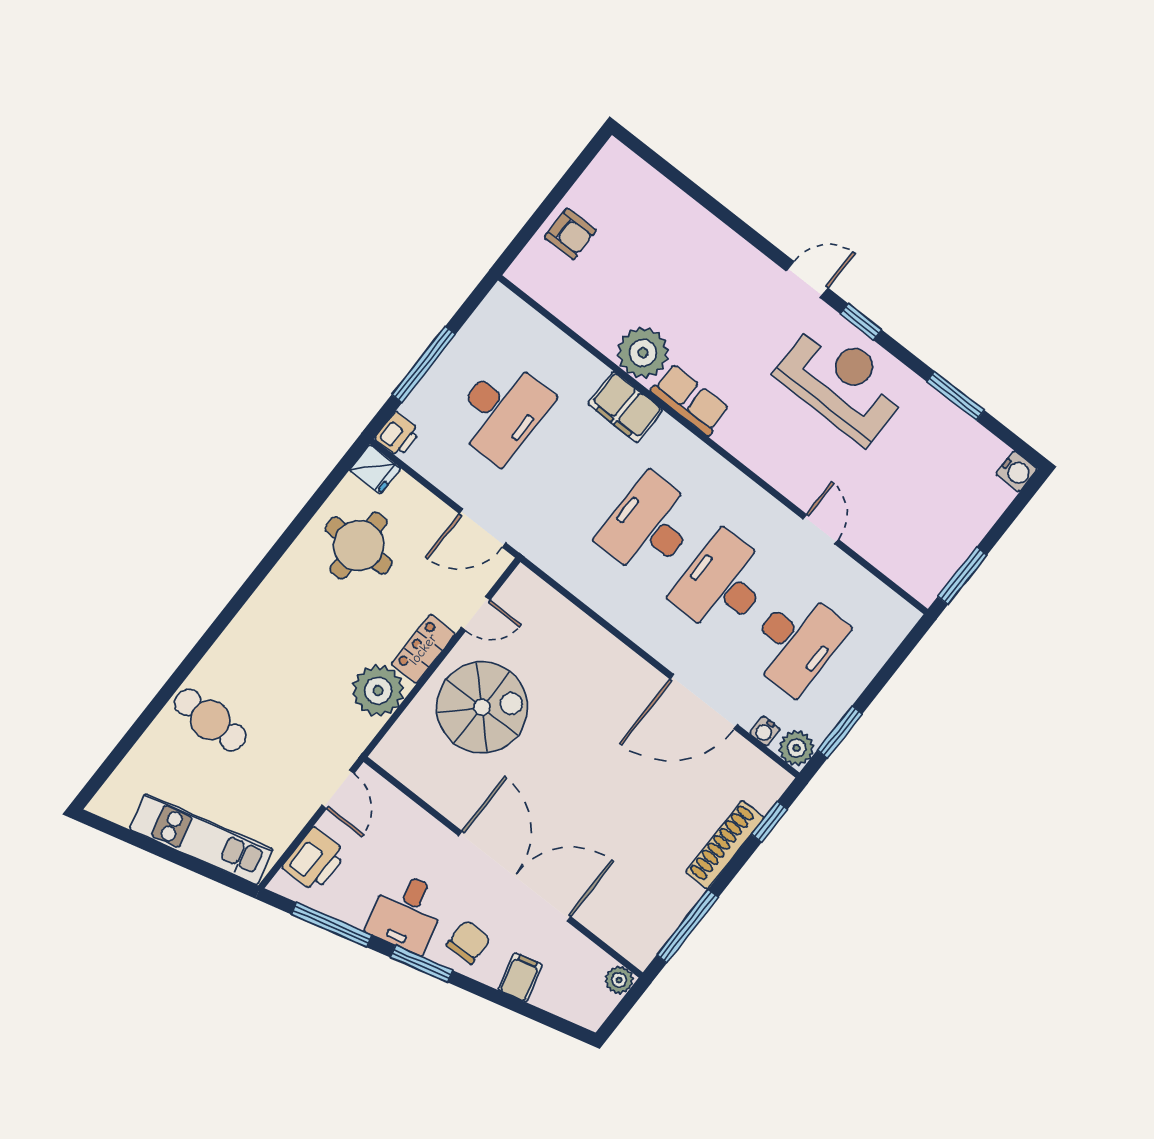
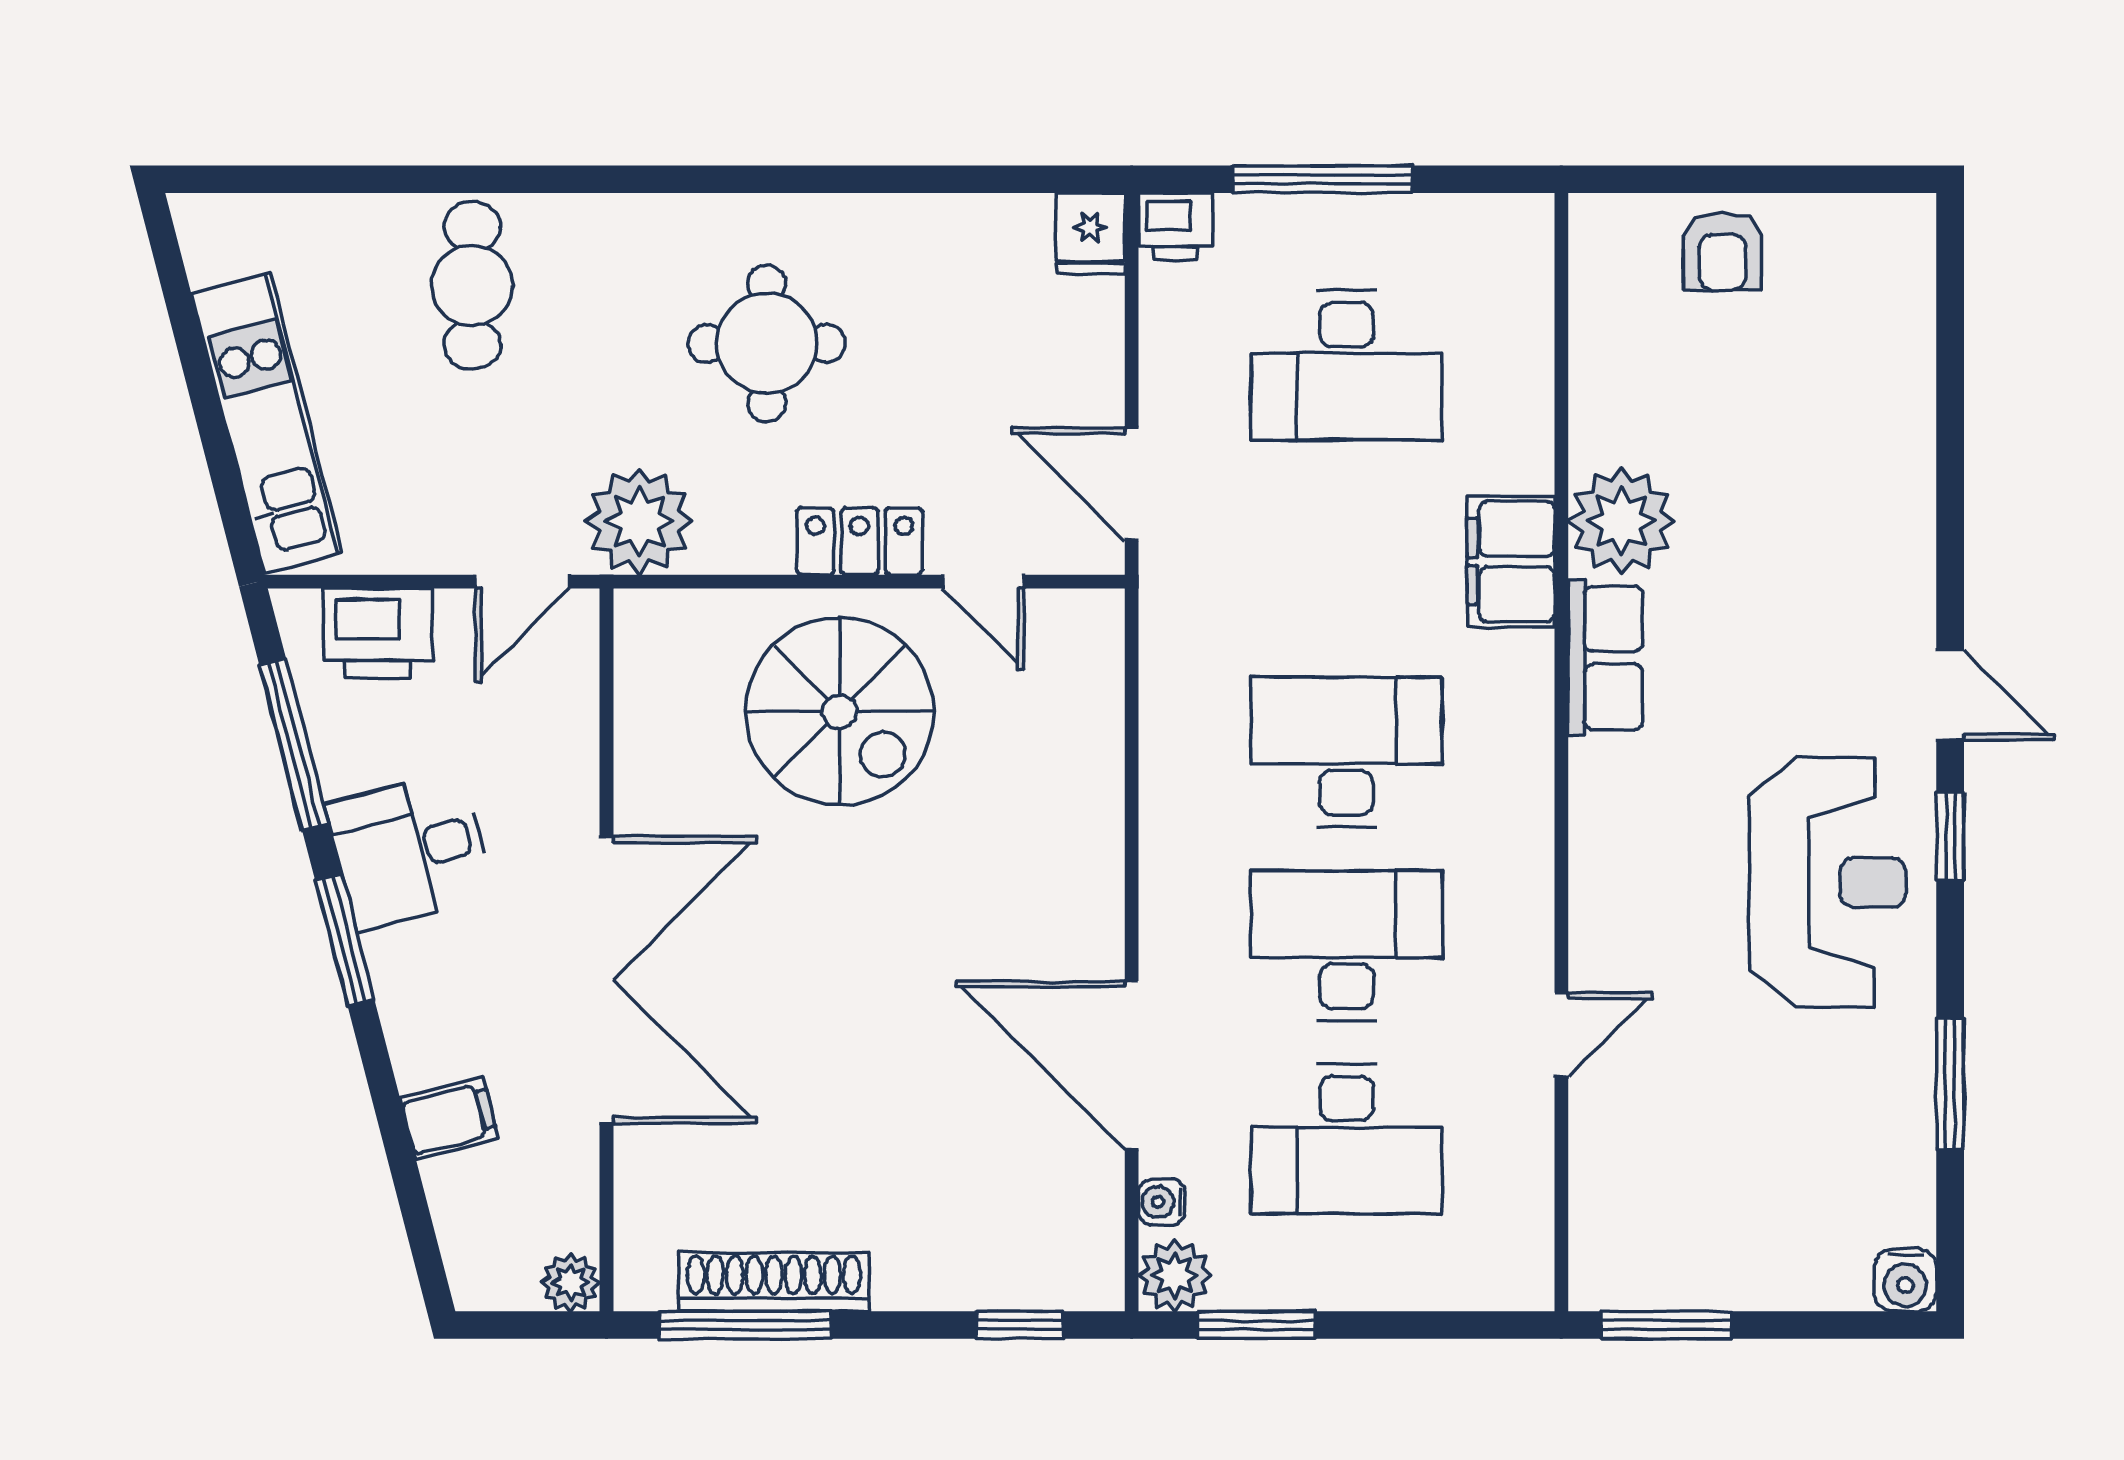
round table: (359, 546) -> (767, 343), moved
plant: (378, 691) -> (639, 521), moved
shoe rack: (725, 845) -> (774, 1282), moved
chair: (468, 942) -> (440, 989), removed

